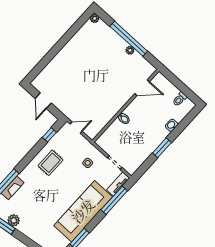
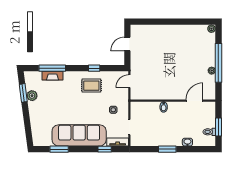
door: (142, 88) -> (195, 101), swing flipped
window: (183, 88) -> (218, 127), added
door: (76, 128) -> (129, 81), swing flipped
window: (49, 135) -> (94, 68), moved
window: (114, 200) -> (105, 149), width x0.46

